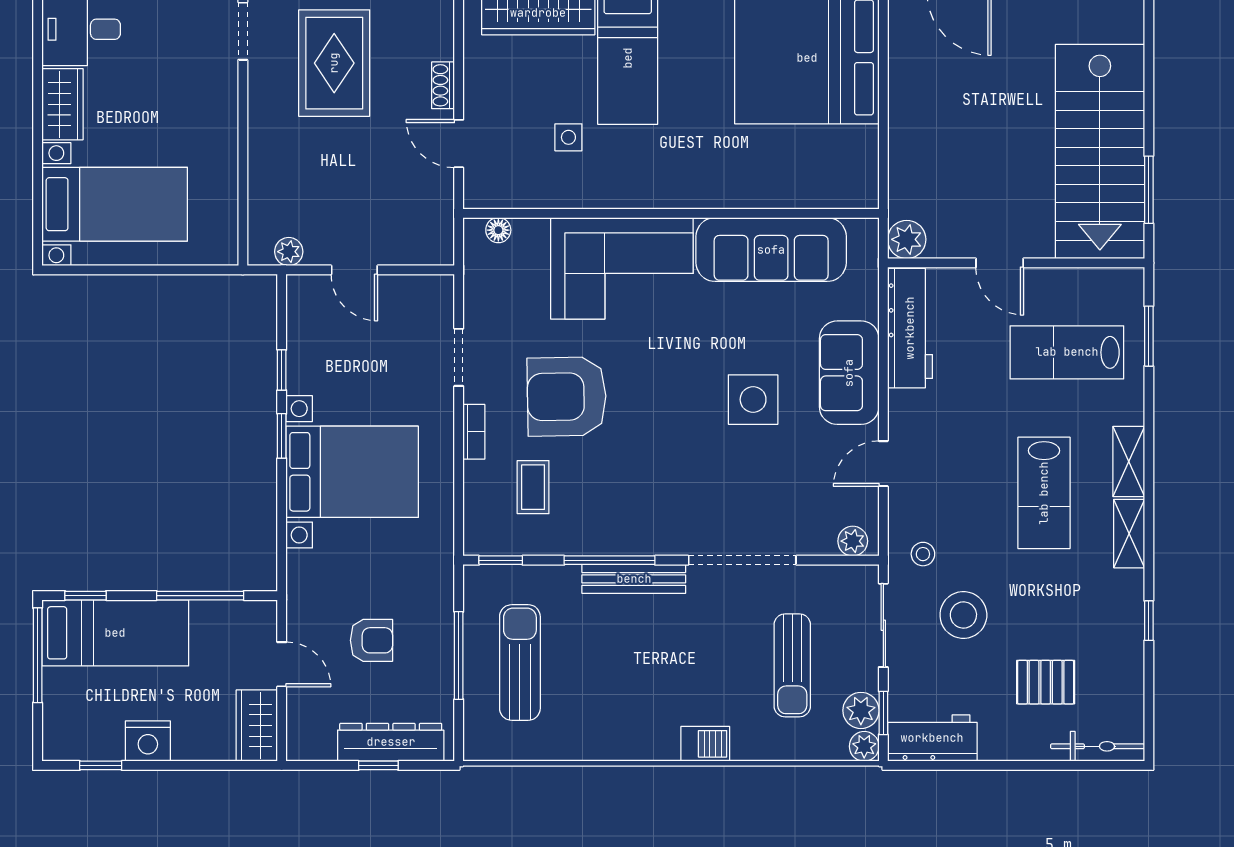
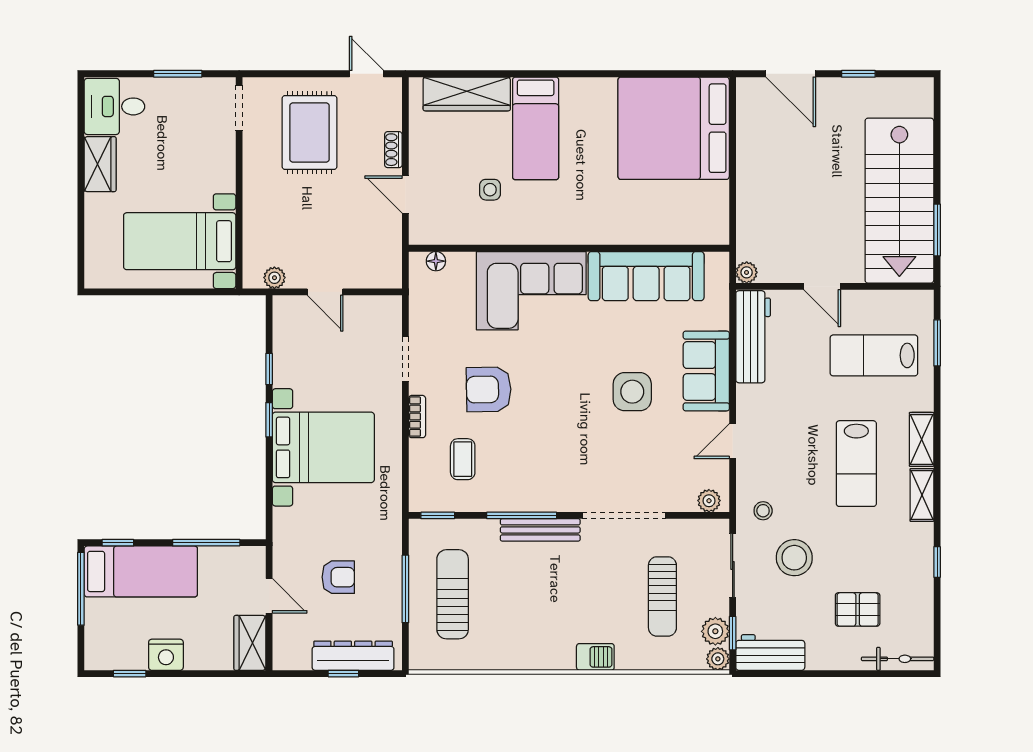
bed with nightstands: (115, 204) -> (180, 241), moved, turned 180
plant: (907, 239) -> (747, 272), width x0.73, depth x0.73
armchair: (567, 397) -> (489, 389), width x0.73, depth x0.73

